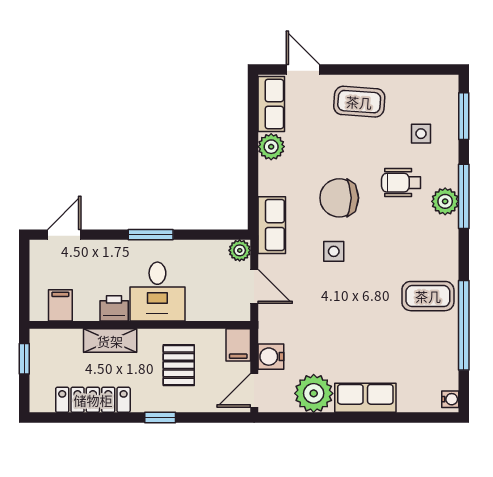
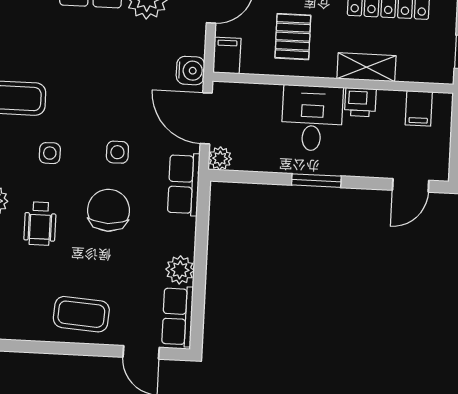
side table: (421, 134) -> (50, 153), moved
wheelchair: (401, 183) -> (40, 223), turned 90
chair: (339, 198) -> (109, 210), turned -90
door: (254, 286) -> (206, 118), width x1.38
water cooler: (271, 357) -> (190, 71), moved

